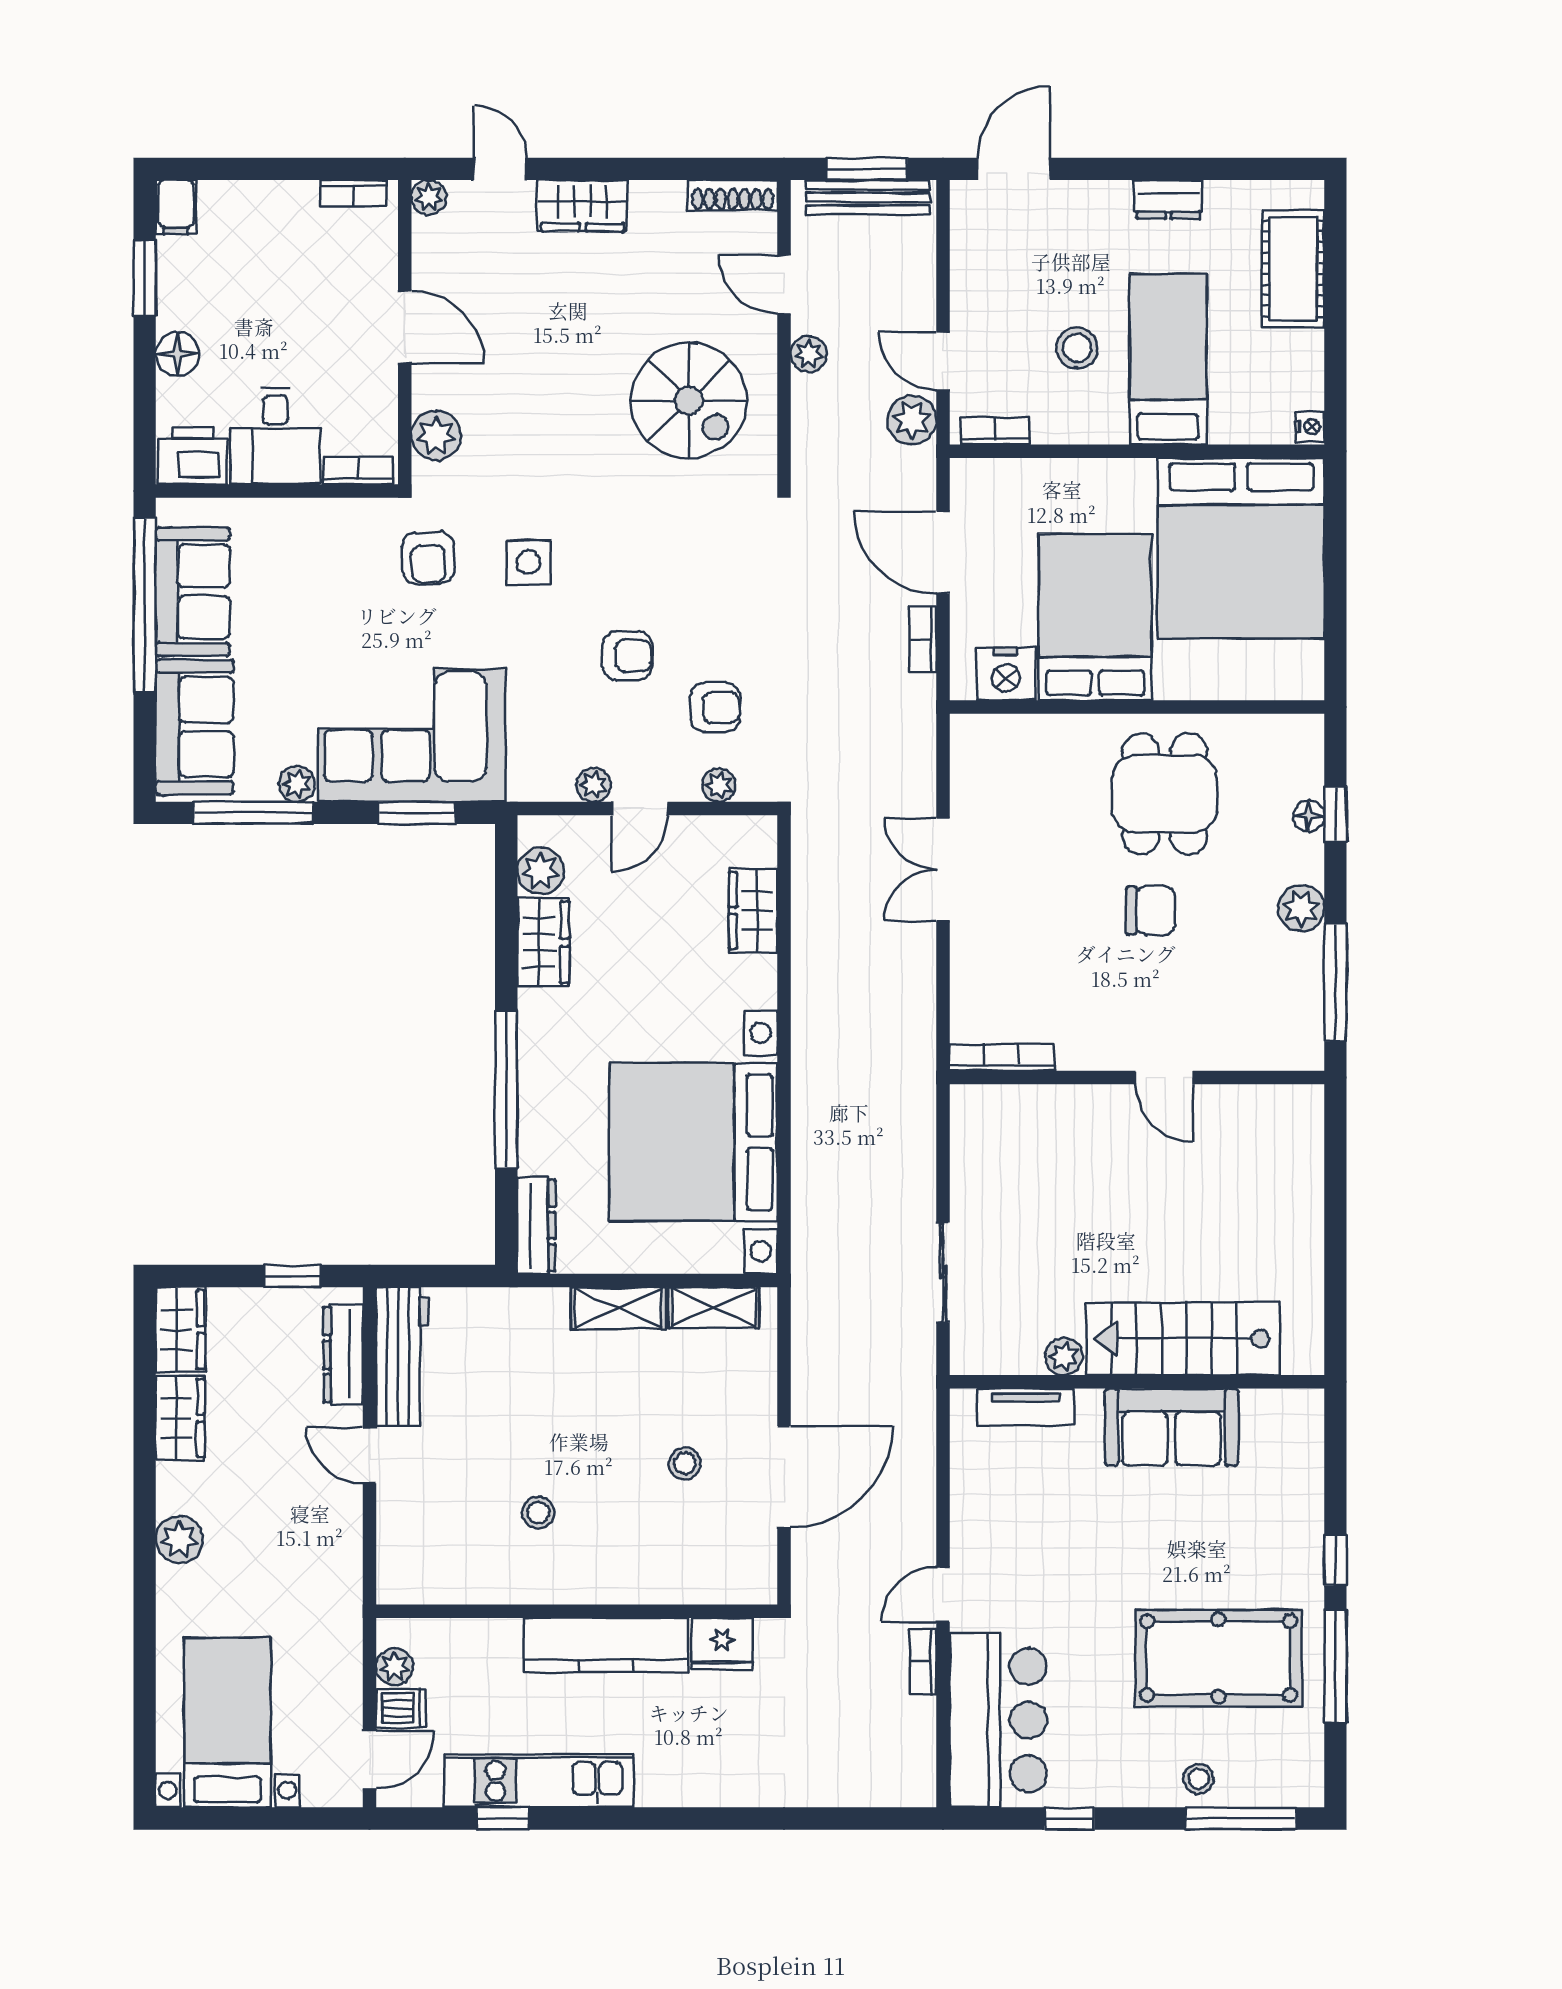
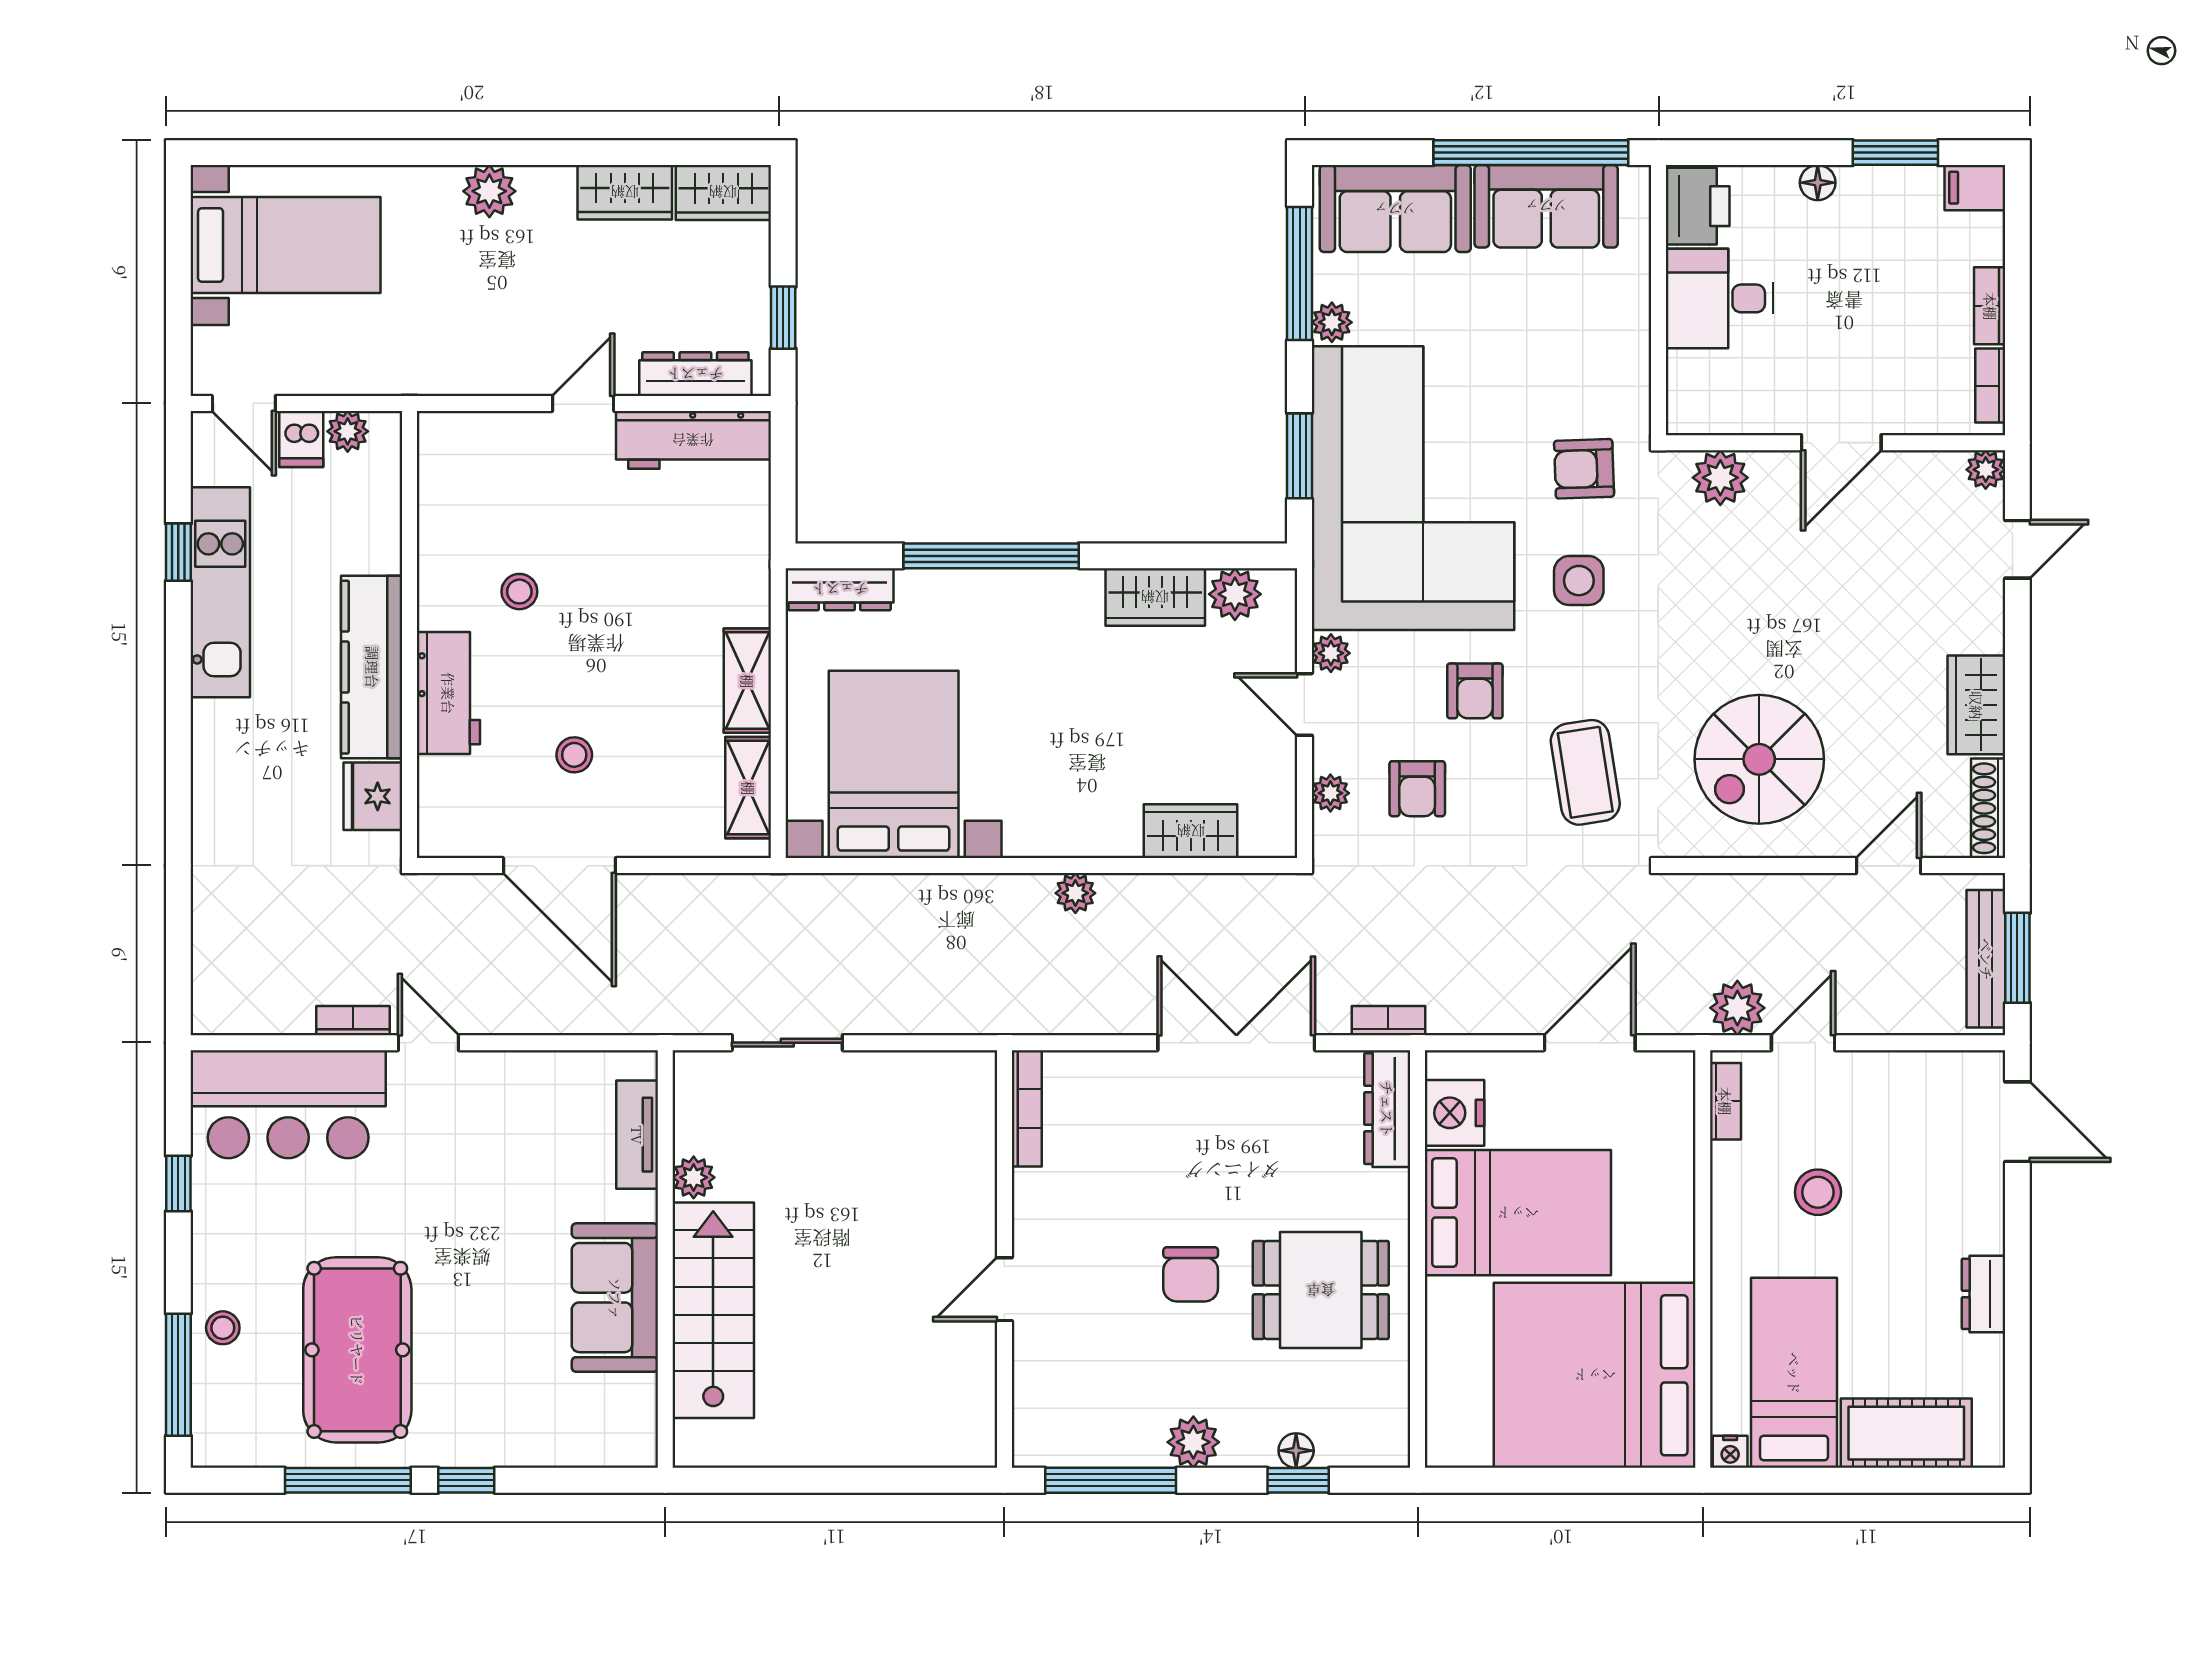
wardrobe: (582, 206) -> (1976, 705), moved
floor lamp: (177, 354) -> (1818, 183), width x0.73, depth x0.73
plant: (809, 354) -> (1075, 893), moved
bed: (1168, 359) -> (1794, 1373), moved, turned -90
bookcase: (358, 470) -> (1990, 306), moved, turned 180
coffee table: (700, 557) -> (1585, 772), added
bookcase: (923, 640) -> (1388, 1021), moved
dresser: (1002, 734) -> (1387, 1109), added
corner sofa: (412, 735) -> (1413, 488), width x1.36, depth x1.36
double door: (943, 870) -> (1236, 1043), width x1.37
bed with nightstands: (693, 1142) -> (894, 764), width x0.73
workbench: (629, 1576) -> (448, 693), added

